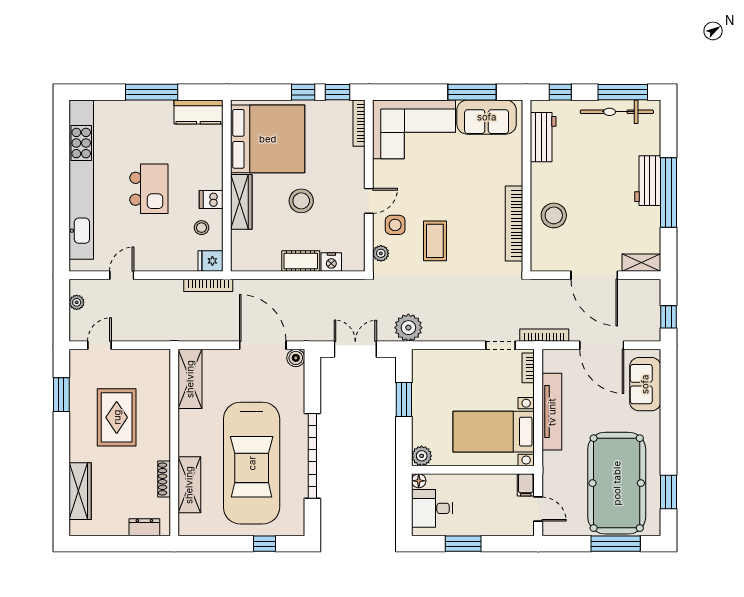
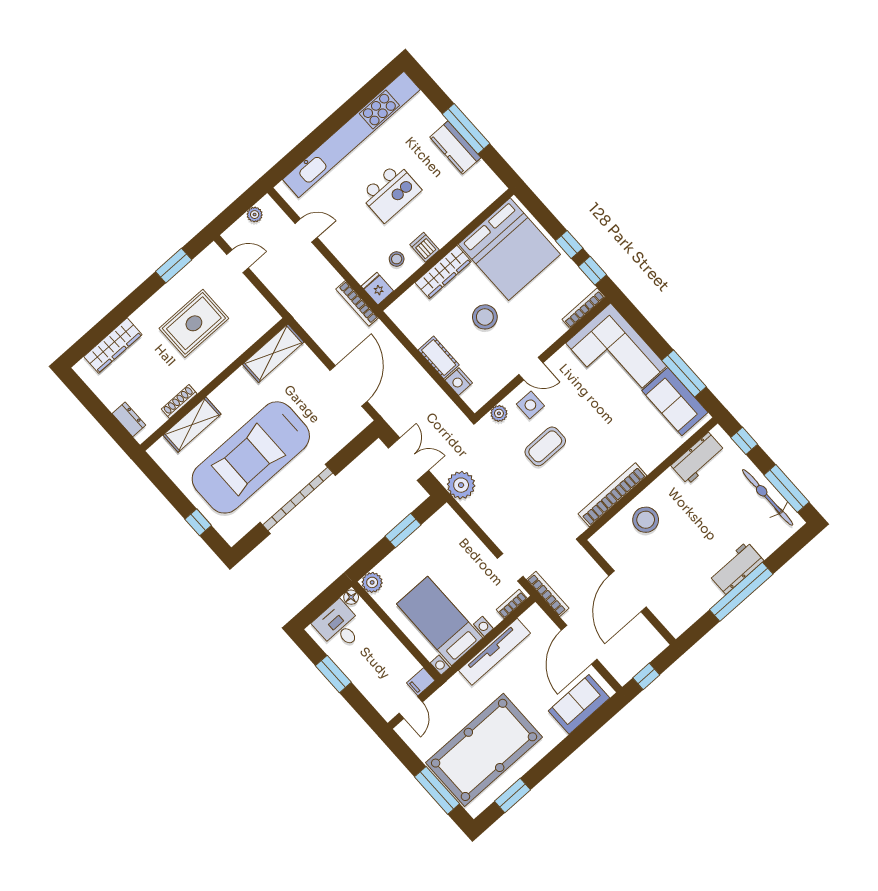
kitchen counter: (198, 112) -> (455, 147), moved
shelving: (641, 263) -> (669, 619), removed
boiler: (296, 358) -> (361, 420), removed

